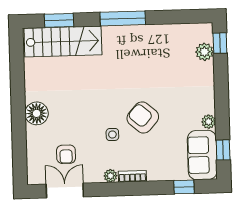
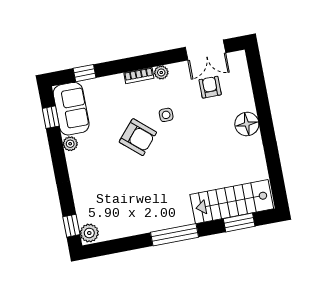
plant: (204, 52) -> (89, 233), moved

